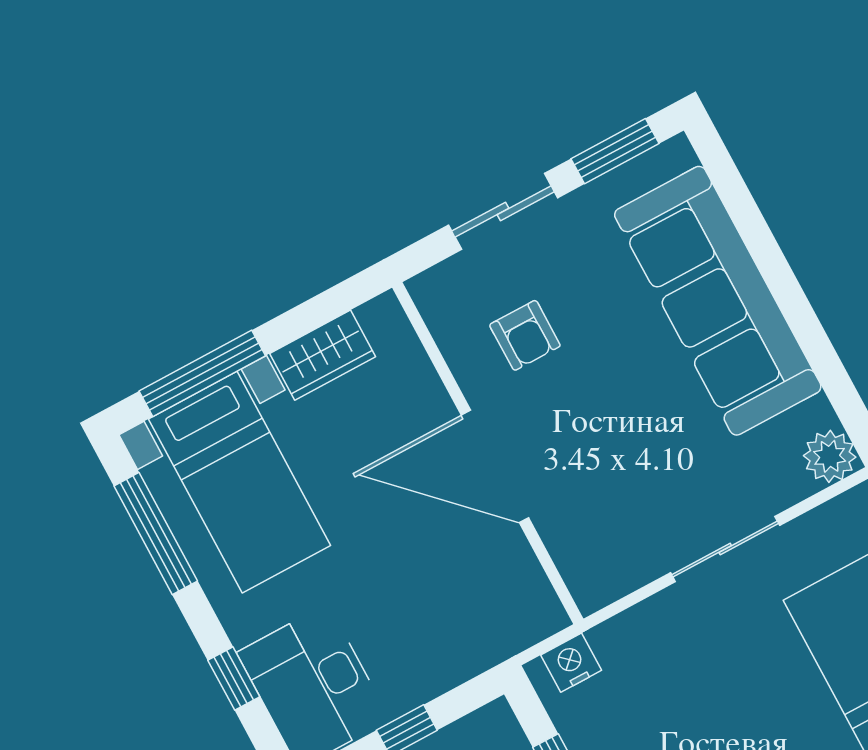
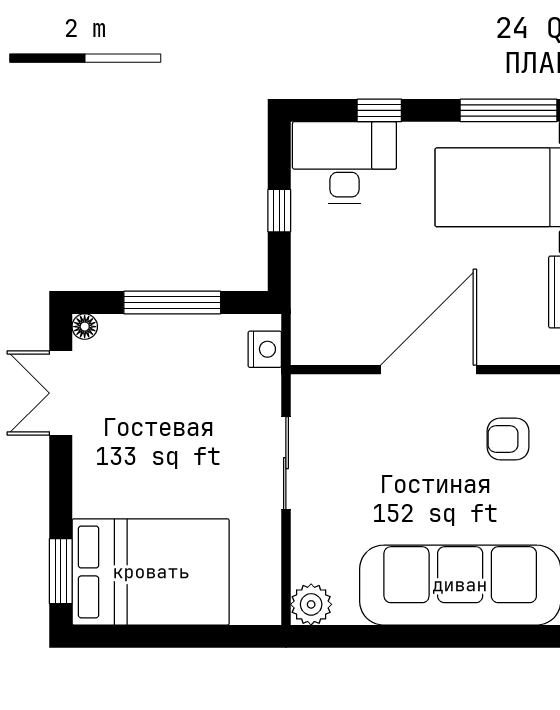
sliding door: (725, 549) -> (286, 463), moved

